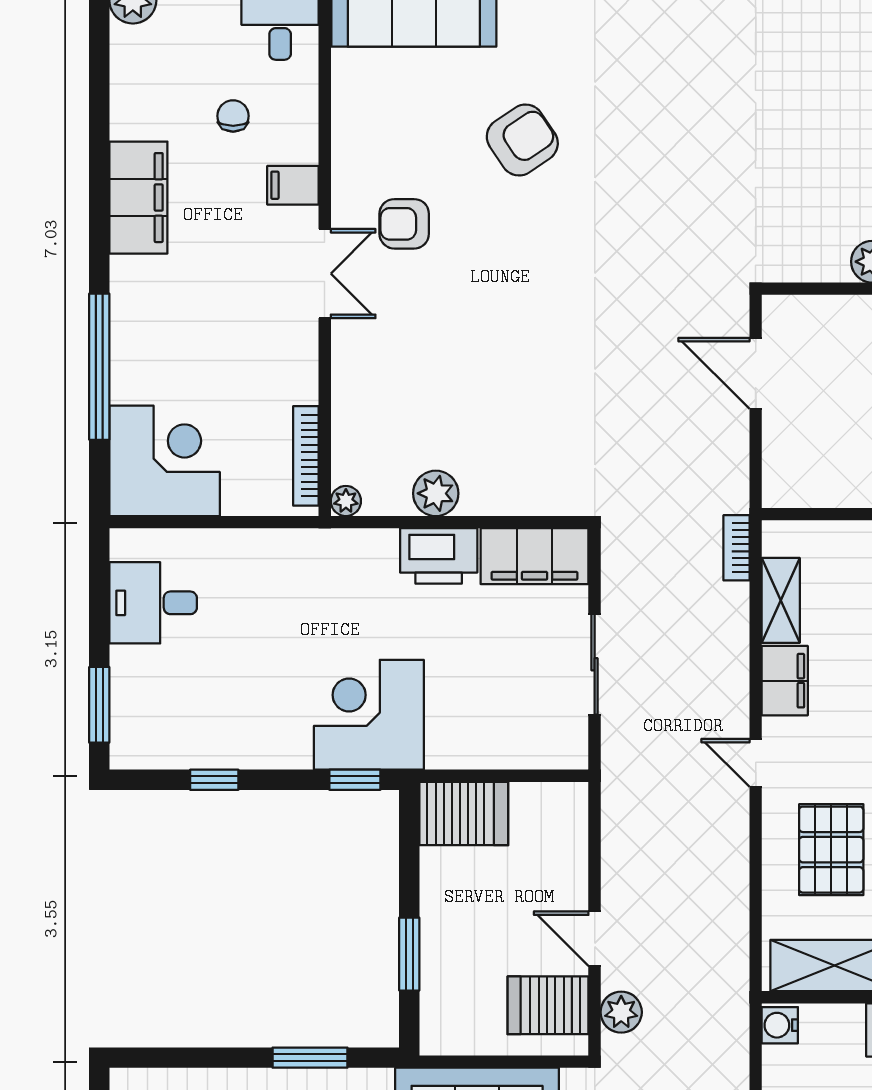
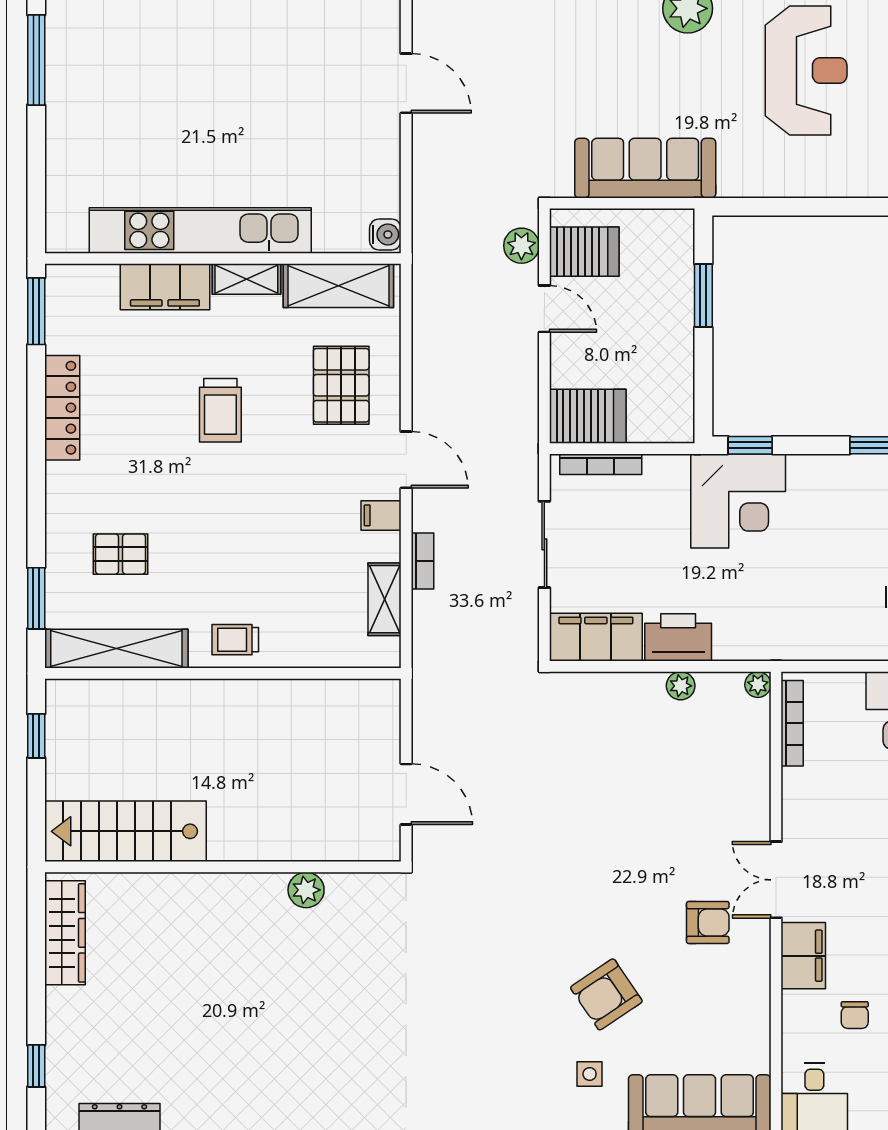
side table: (542, 47) -> (590, 1074), added
filing cabinet: (293, 185) -> (803, 956), width x2.00
plant: (436, 493) -> (681, 686), width x0.73, depth x0.73
bookcase: (736, 548) -> (422, 561), moved
filing cabinet: (785, 681) -> (381, 515), width x0.50
bookcase: (529, 758) -> (601, 464), added
door: (756, 763) -> (406, 460), width x1.38
server rack: (464, 814) -> (588, 416), moved, turned 180
window: (310, 1058) -> (789, 207), removed

